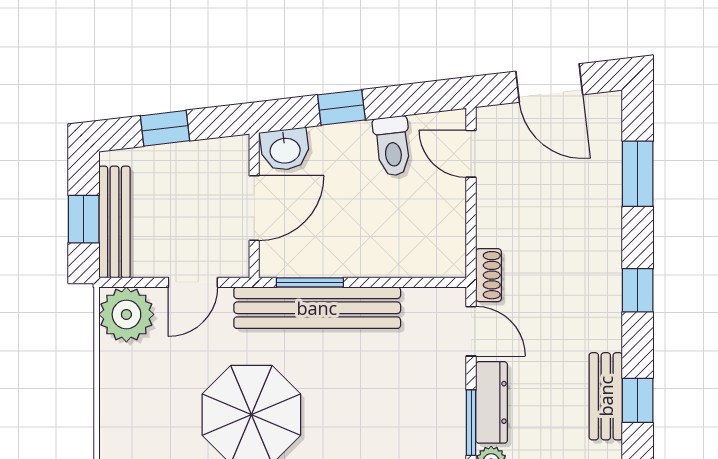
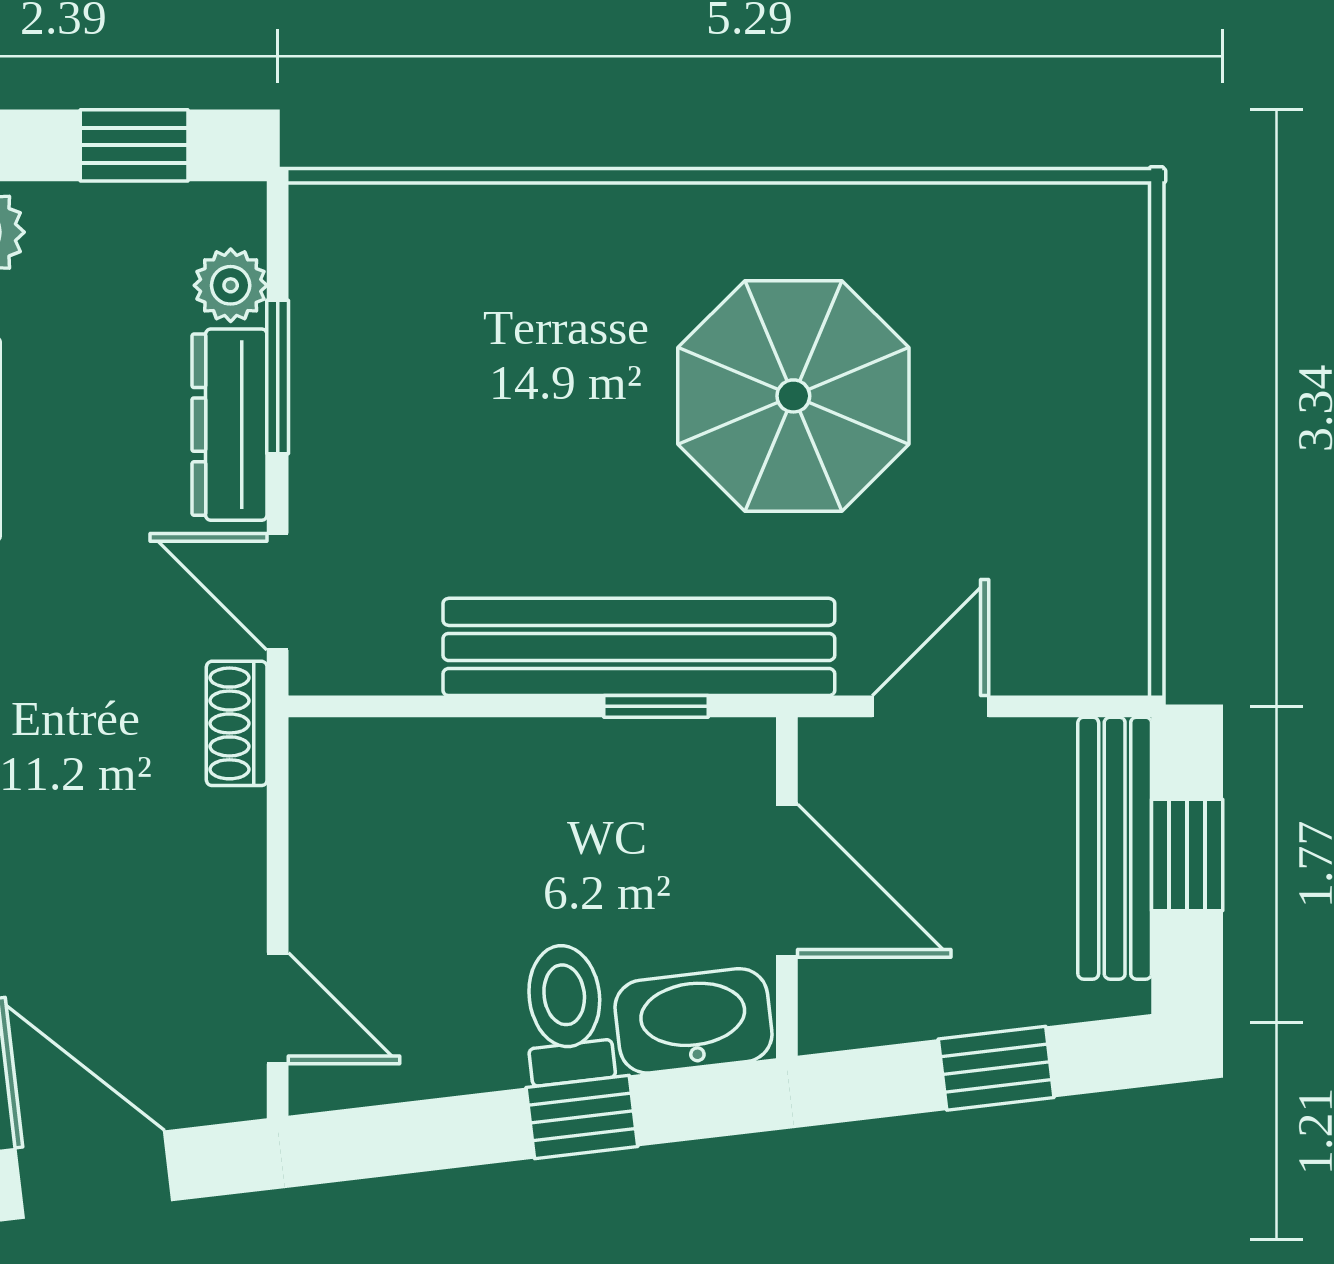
toilet: (392, 146) -> (566, 1014), moved
washbasin: (285, 150) -> (693, 1021), width x1.38
door: (254, 208) -> (787, 881), swing flipped
window: (310, 282) -> (656, 706), width x0.67
plant: (126, 314) -> (1087, 631), removed

